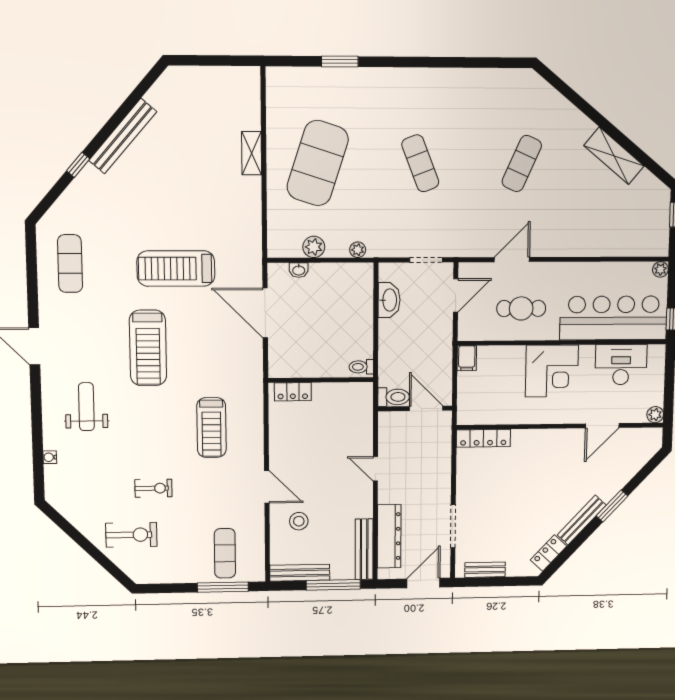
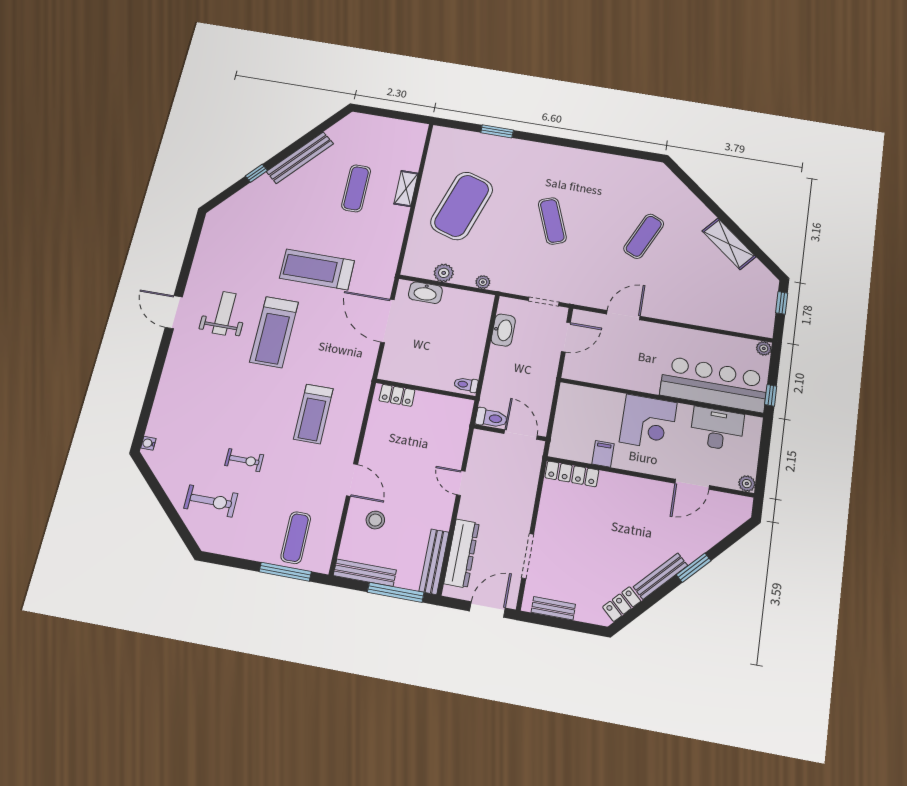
exercise mat: (70, 264) -> (356, 188), moved
washbasin: (299, 270) -> (425, 293), width x1.91, depth x1.45
cafe table: (521, 308) -> (626, 360), removed
filing cabinet: (467, 358) -> (603, 454), moved, turned 180
weight bench: (86, 407) -> (224, 313), moved
water cooler: (50, 457) -> (148, 443), moved

